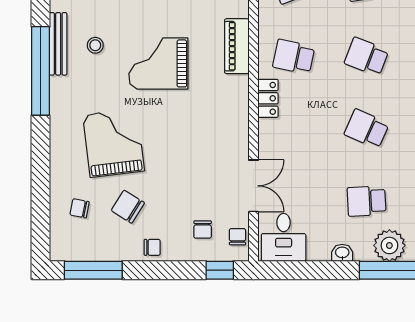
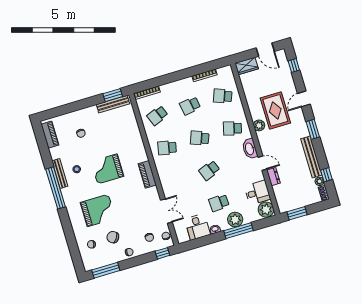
piano: (237, 46) -> (147, 174), moved
locker: (268, 98) -> (161, 170), removed
school desk: (367, 129) -> (209, 170), turned -45
grand piano: (114, 143) -> (98, 210), turned 97
desk: (284, 237) -> (197, 227), moved

